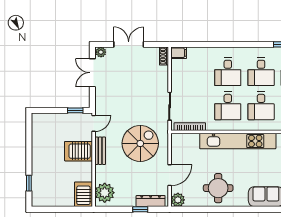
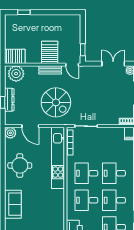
kitchen unit: (238, 141) -> (58, 158), moved
dresser: (151, 201) -> (9, 100), moved

